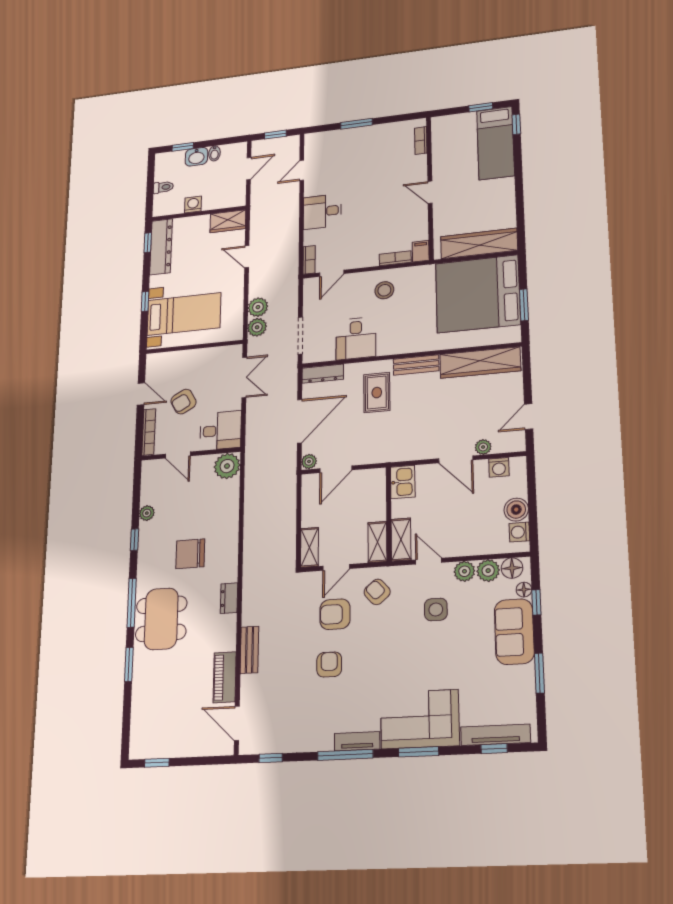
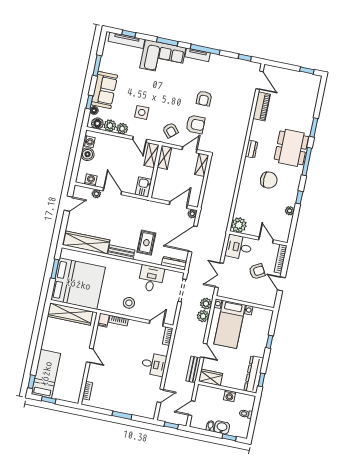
bed with nightstands: (184, 314) -> (230, 324), moved, turned -90
bench: (249, 650) -> (193, 369), moved

